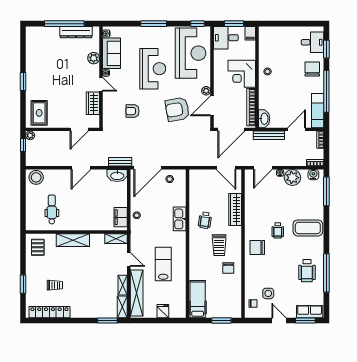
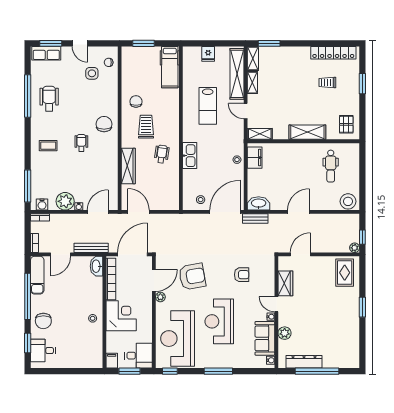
coffee table: (308, 228) -> (48, 146), width x0.54, depth x0.58
chair: (257, 247) -> (104, 124), turned -90

